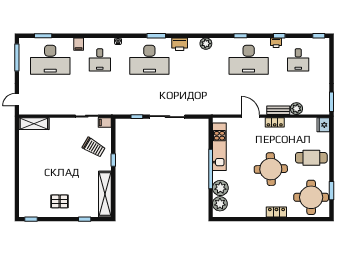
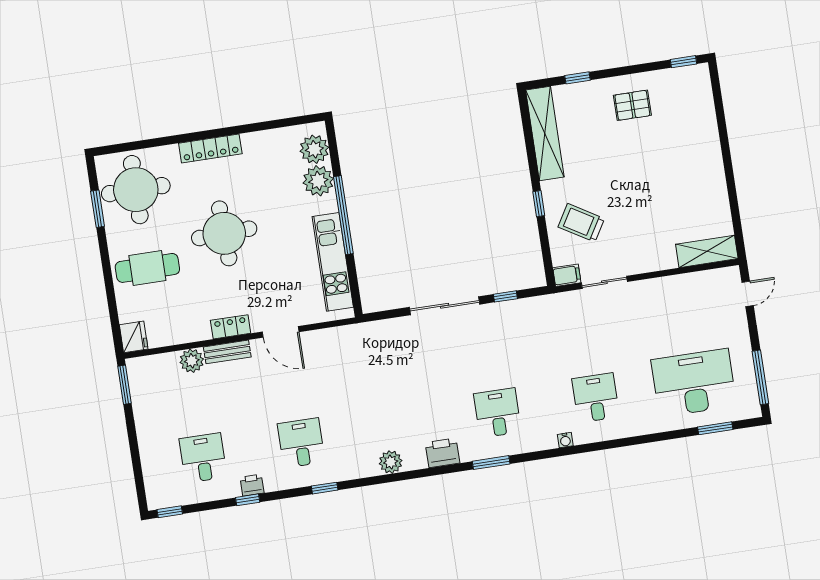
filing cabinet: (79, 44) -> (642, 422), removed
desk: (149, 60) -> (498, 413), width x0.53, depth x0.77
desk: (249, 60) -> (301, 443), width x0.53, depth x0.77
locker: (276, 212) -> (210, 148), width x1.53

